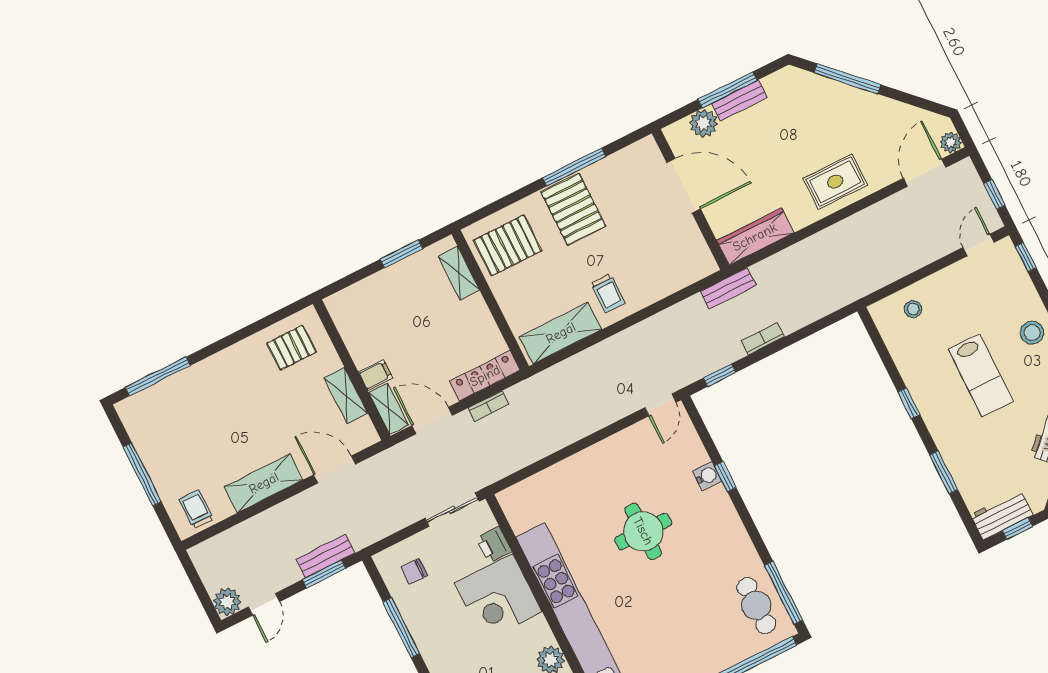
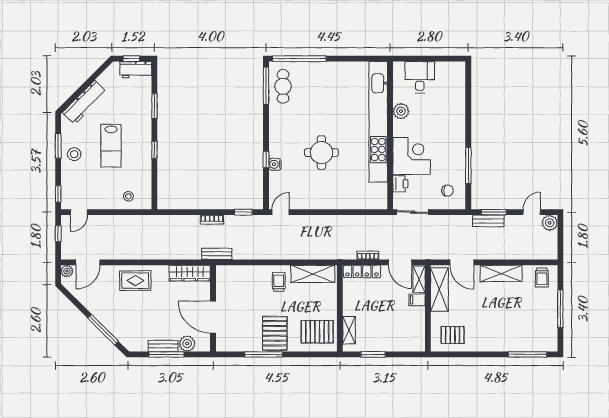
lab bench: (981, 375) -> (111, 146), turned 180
shelving: (346, 395) -> (439, 290), width x1.50, depth x1.33

